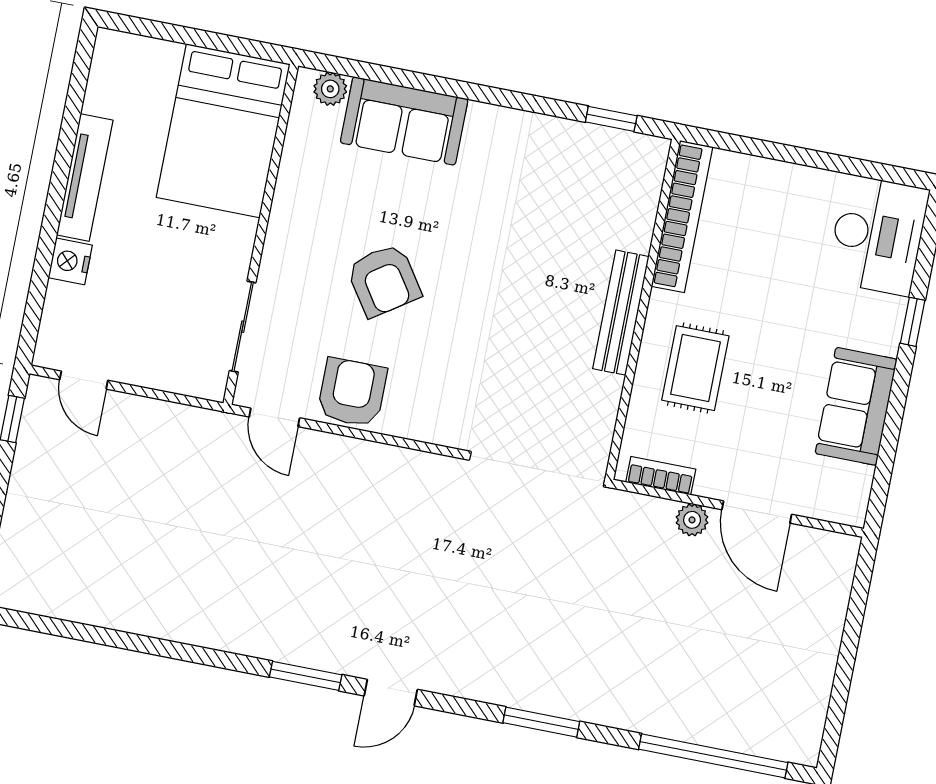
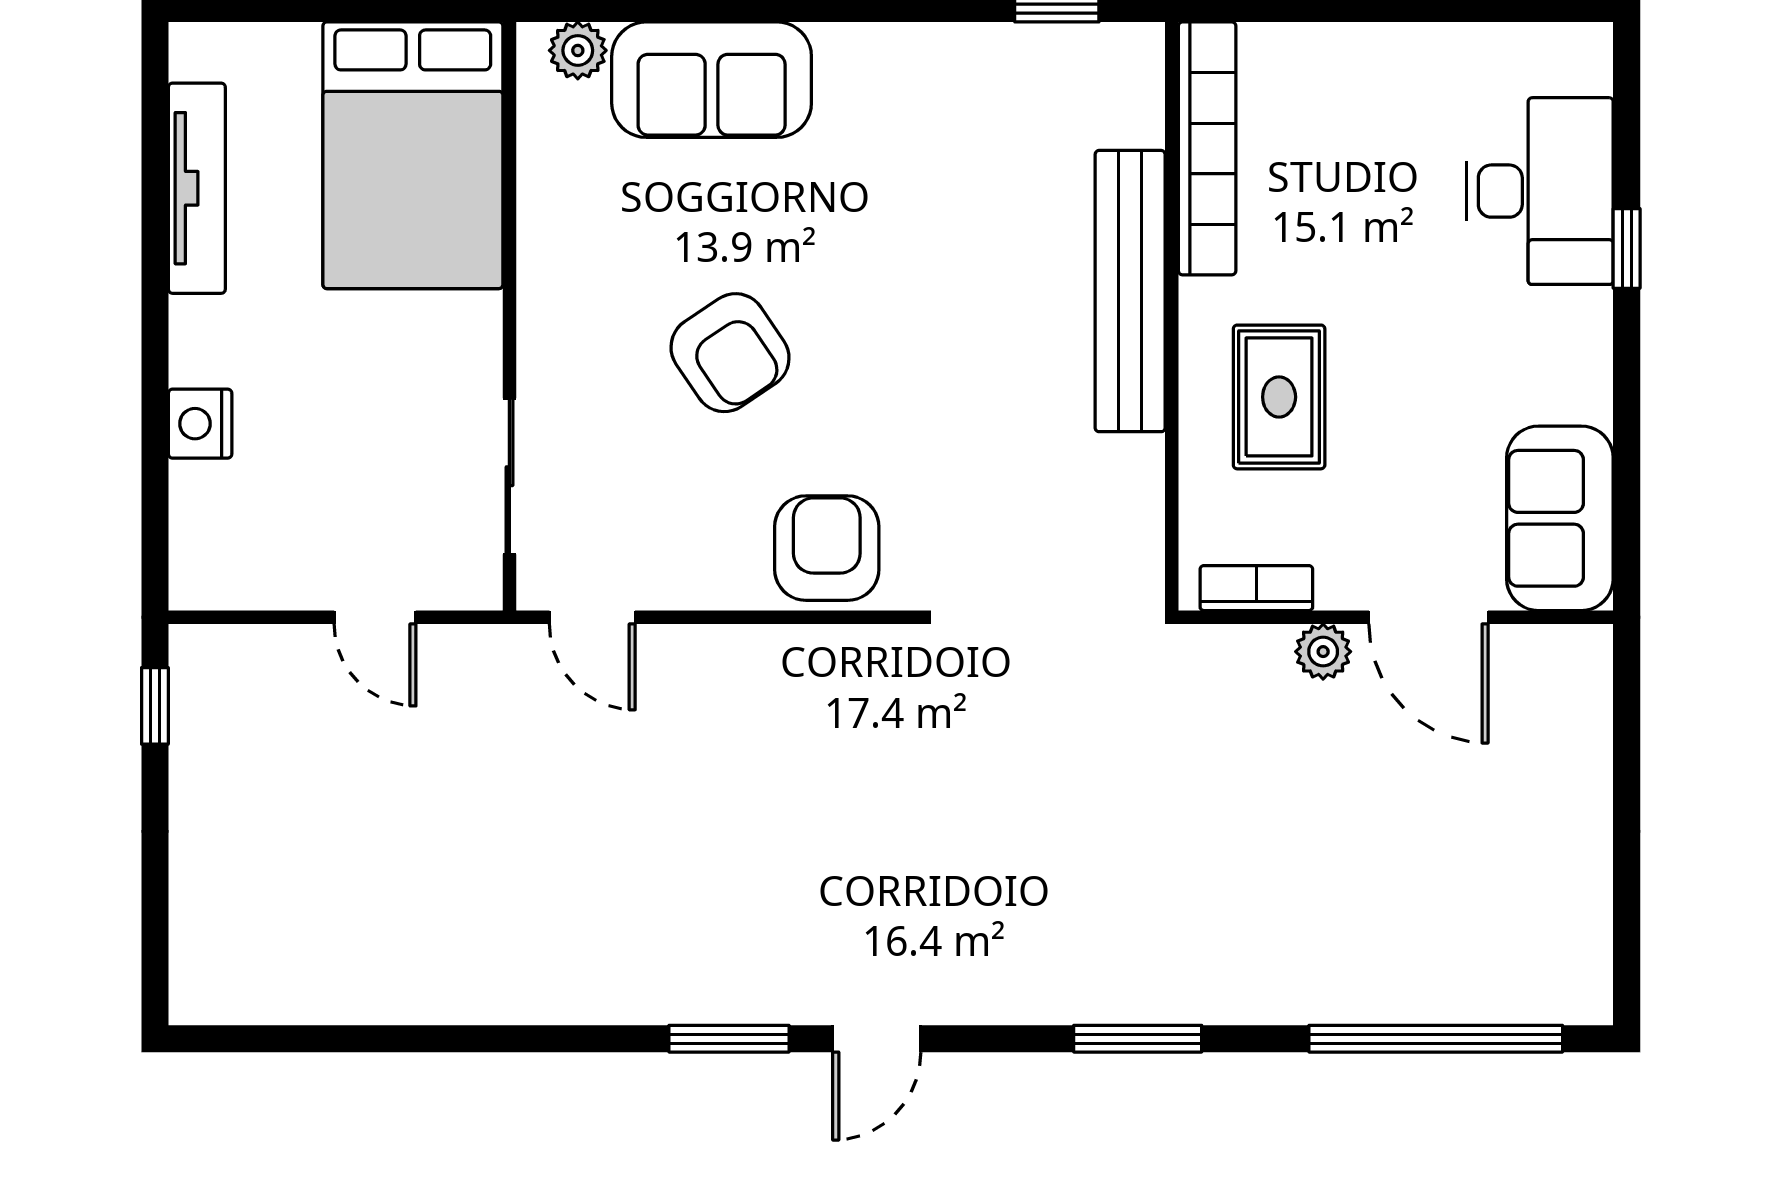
tv unit: (85, 177) -> (197, 188), moved
desk: (878, 235) -> (1540, 191), moved
bench: (621, 313) -> (1130, 291), width x1.37, depth x1.21
door: (84, 380) -> (375, 617), moved
armchair: (352, 392) -> (827, 548), moved
sofa: (856, 406) -> (1560, 518), moved

